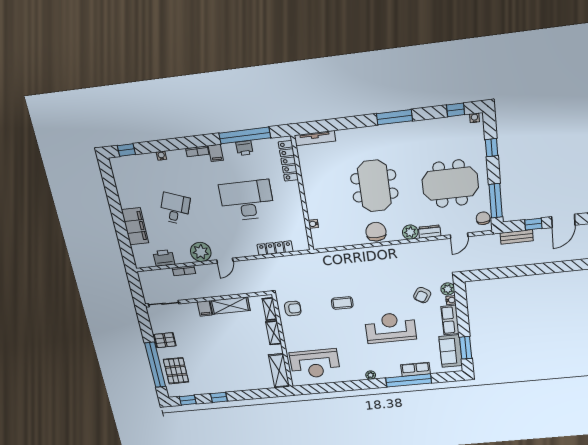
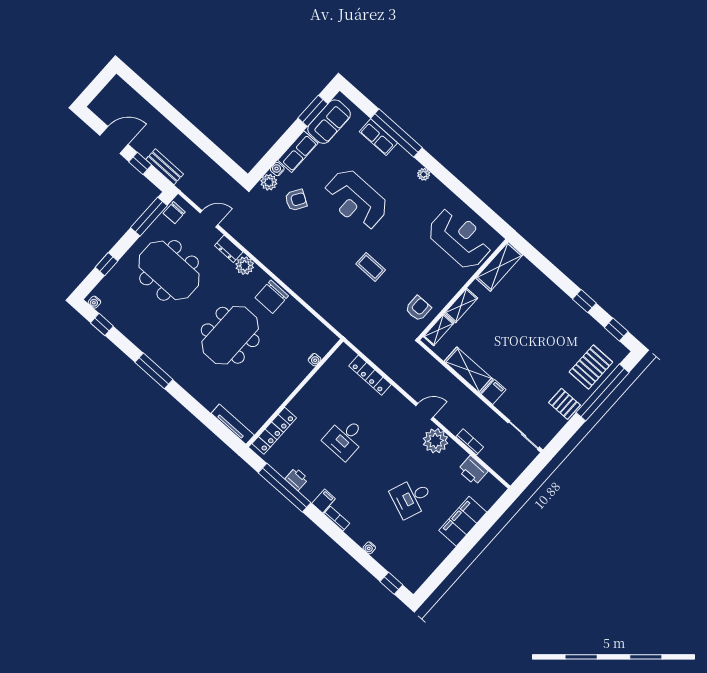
desk: (247, 200) -> (345, 438), width x0.53, depth x0.77
armchair: (293, 308) -> (418, 308), turned 90

